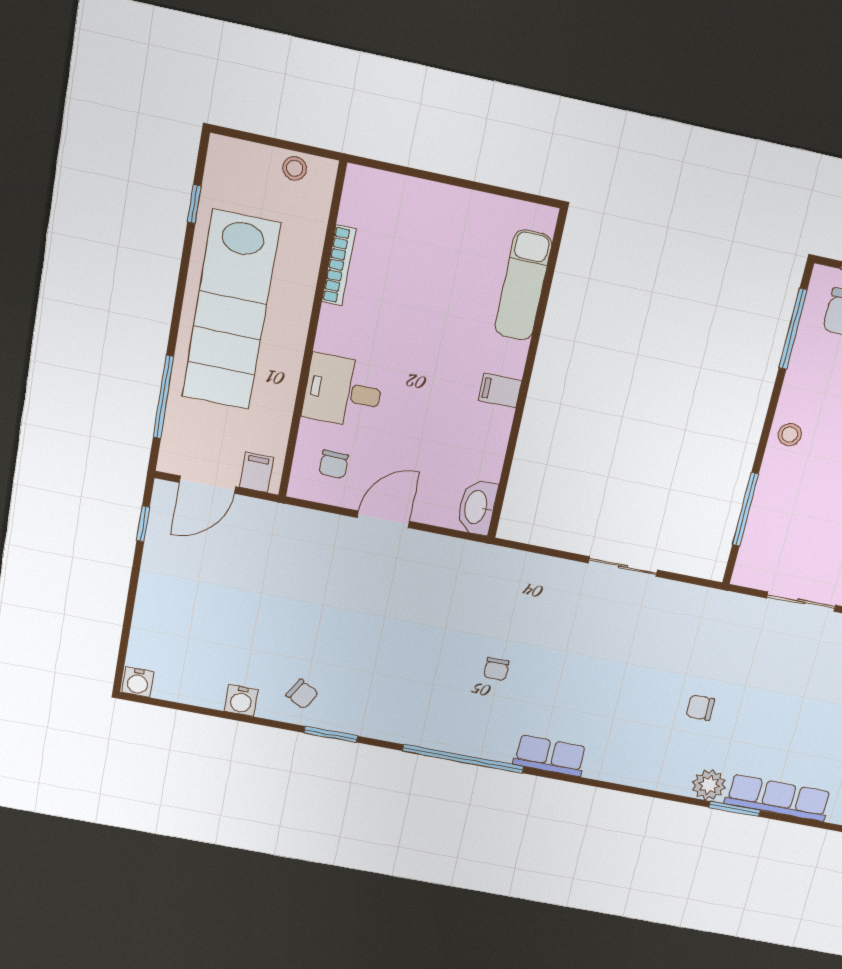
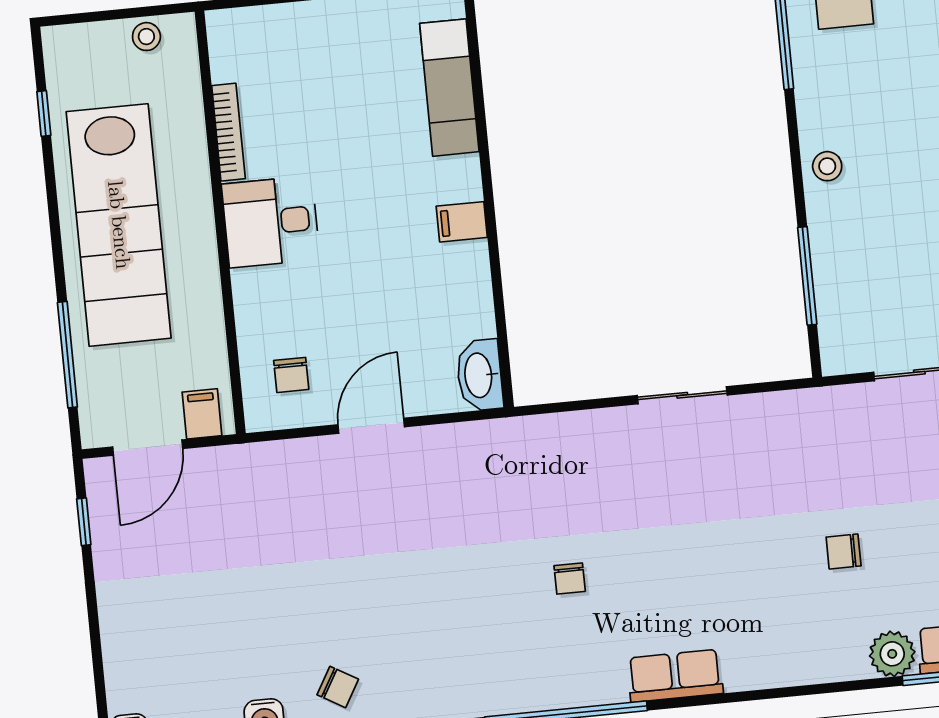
desk: (343, 391) -> (271, 222), moved

